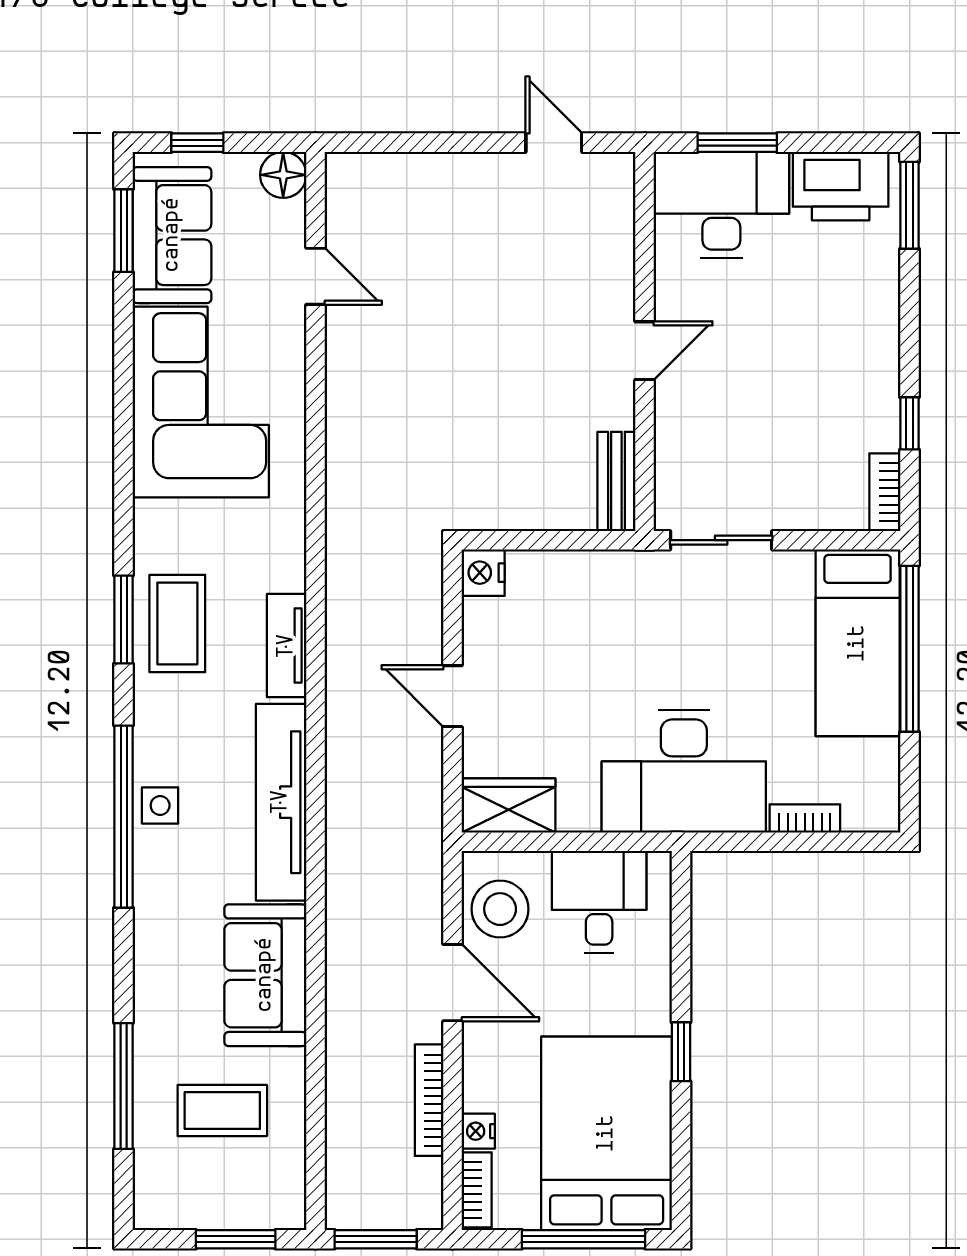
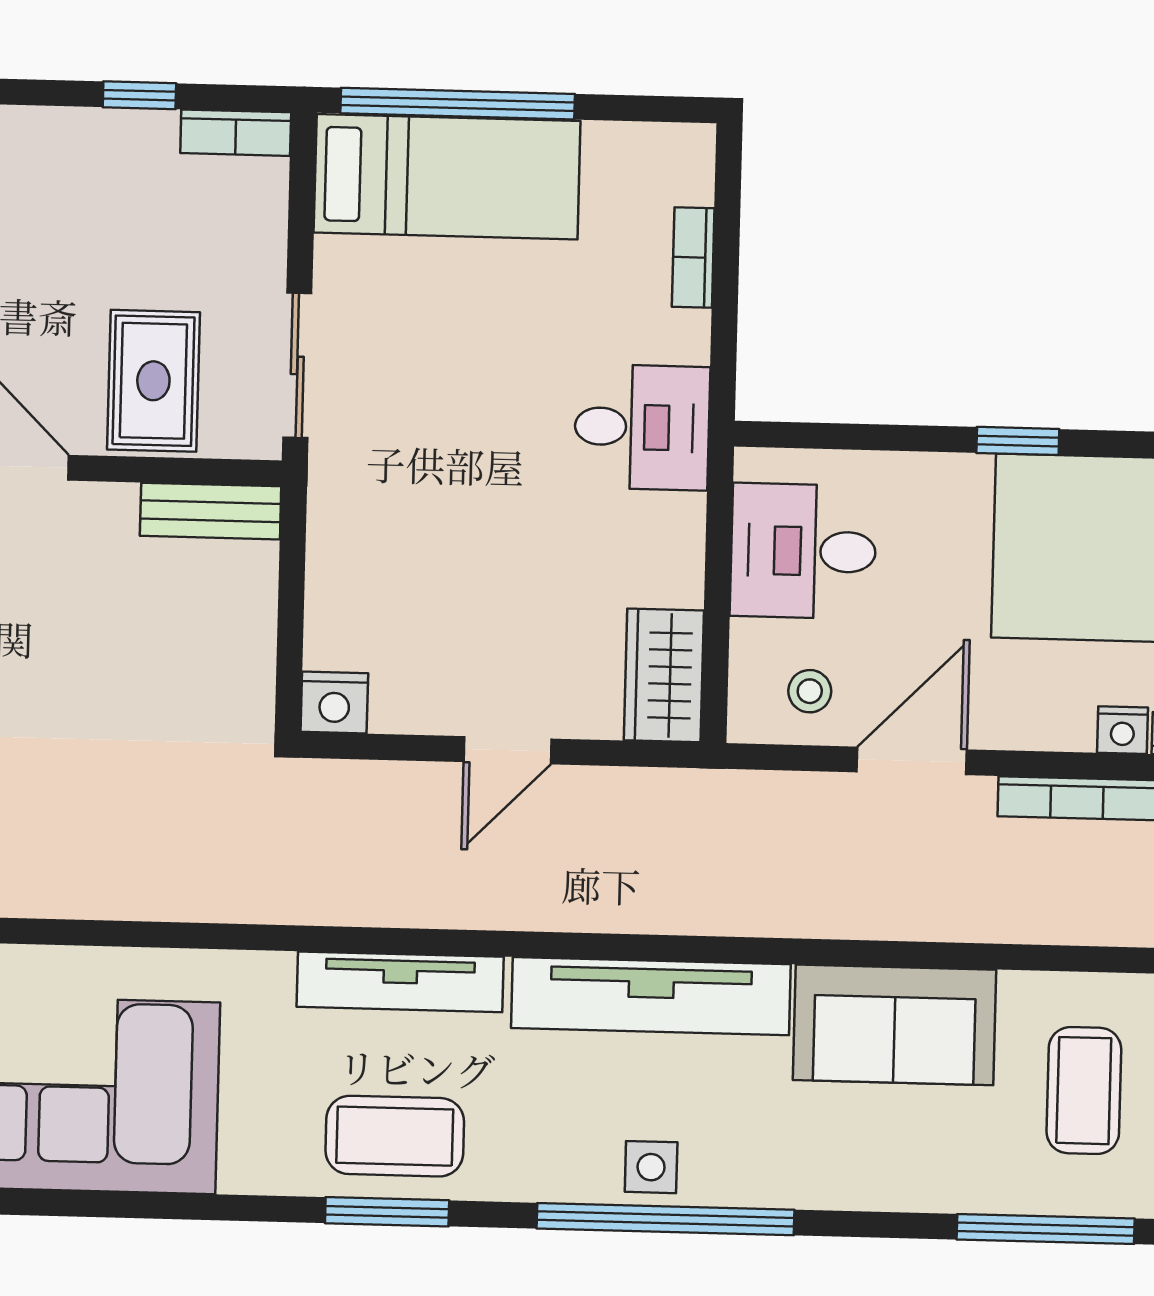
rug: (708, 439) -> (153, 381), added
tv unit: (287, 646) -> (400, 982), width x1.41
desk: (684, 771) -> (642, 427), width x0.53, depth x0.77
stool: (500, 909) -> (810, 691), width x0.53, depth x0.53

